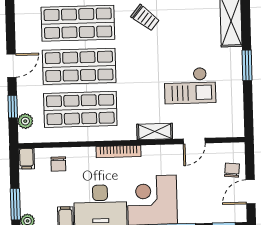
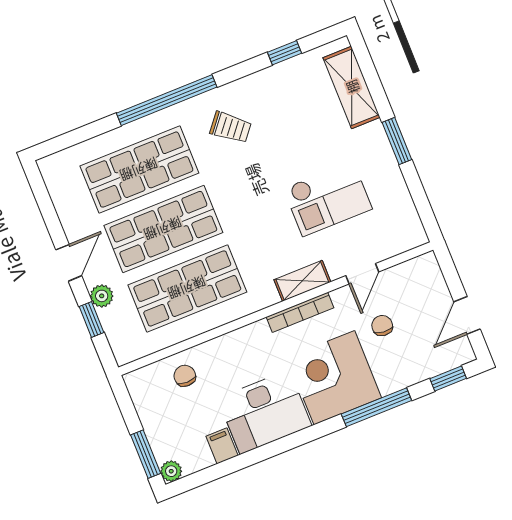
plant: (25, 121) -> (102, 296), moved
bookcase: (118, 152) -> (300, 312), moved
filing cabinet: (26, 159) -> (138, 385), removed
chair: (58, 164) -> (185, 376), turned 180
chair: (232, 170) -> (382, 326), moved

